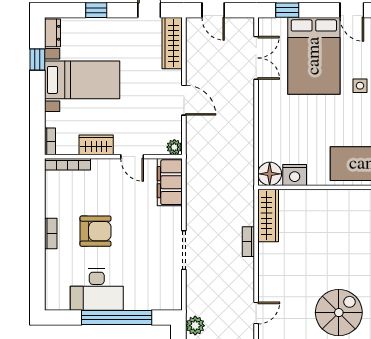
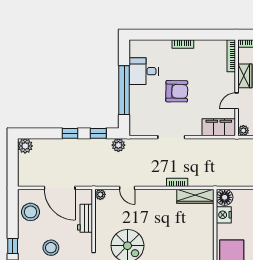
armchair: (95, 231) -> (177, 91), moved, turned -89
desk: (97, 290) -> (144, 71), width x0.73

